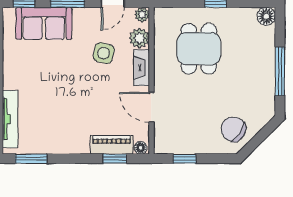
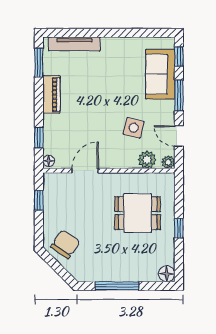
fireplace: (142, 68) -> (121, 162), removed
piano: (112, 145) -> (51, 94), moved

